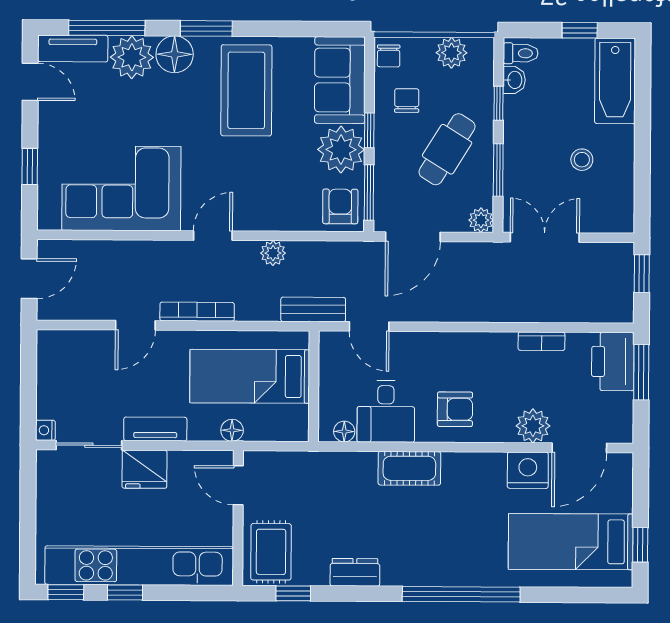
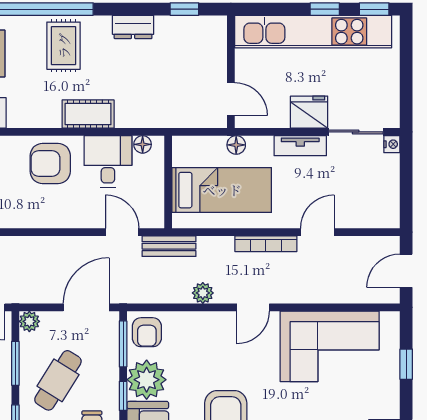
armchair: (455, 409) -> (50, 163), width x1.38, depth x1.38
rug: (271, 552) -> (64, 46), moved

